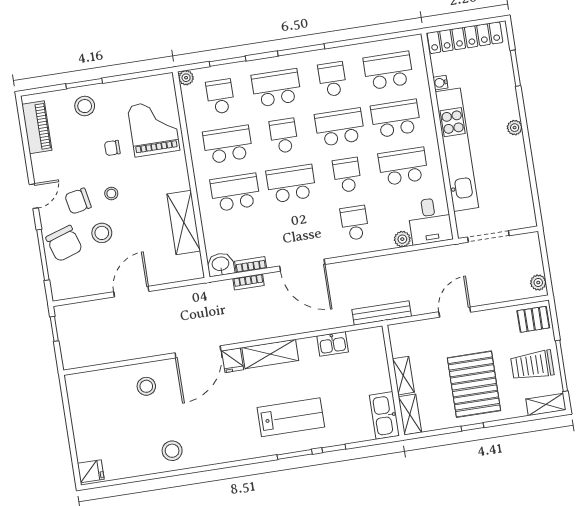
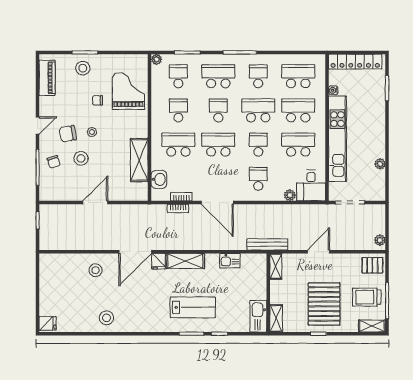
plant: (515, 128) -> (380, 164), moved
school desk: (228, 144) -> (178, 110), width x0.54
chair: (64, 243) -> (54, 162), width x0.54, depth x0.54
washbasin: (221, 264) -> (159, 179), moved, turned 90
shelving: (403, 376) -> (276, 266), moved

